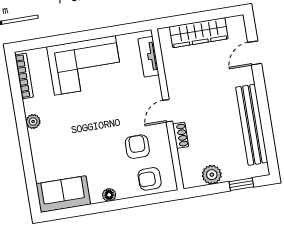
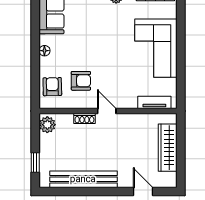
plant: (212, 175) -> (47, 125), moved

